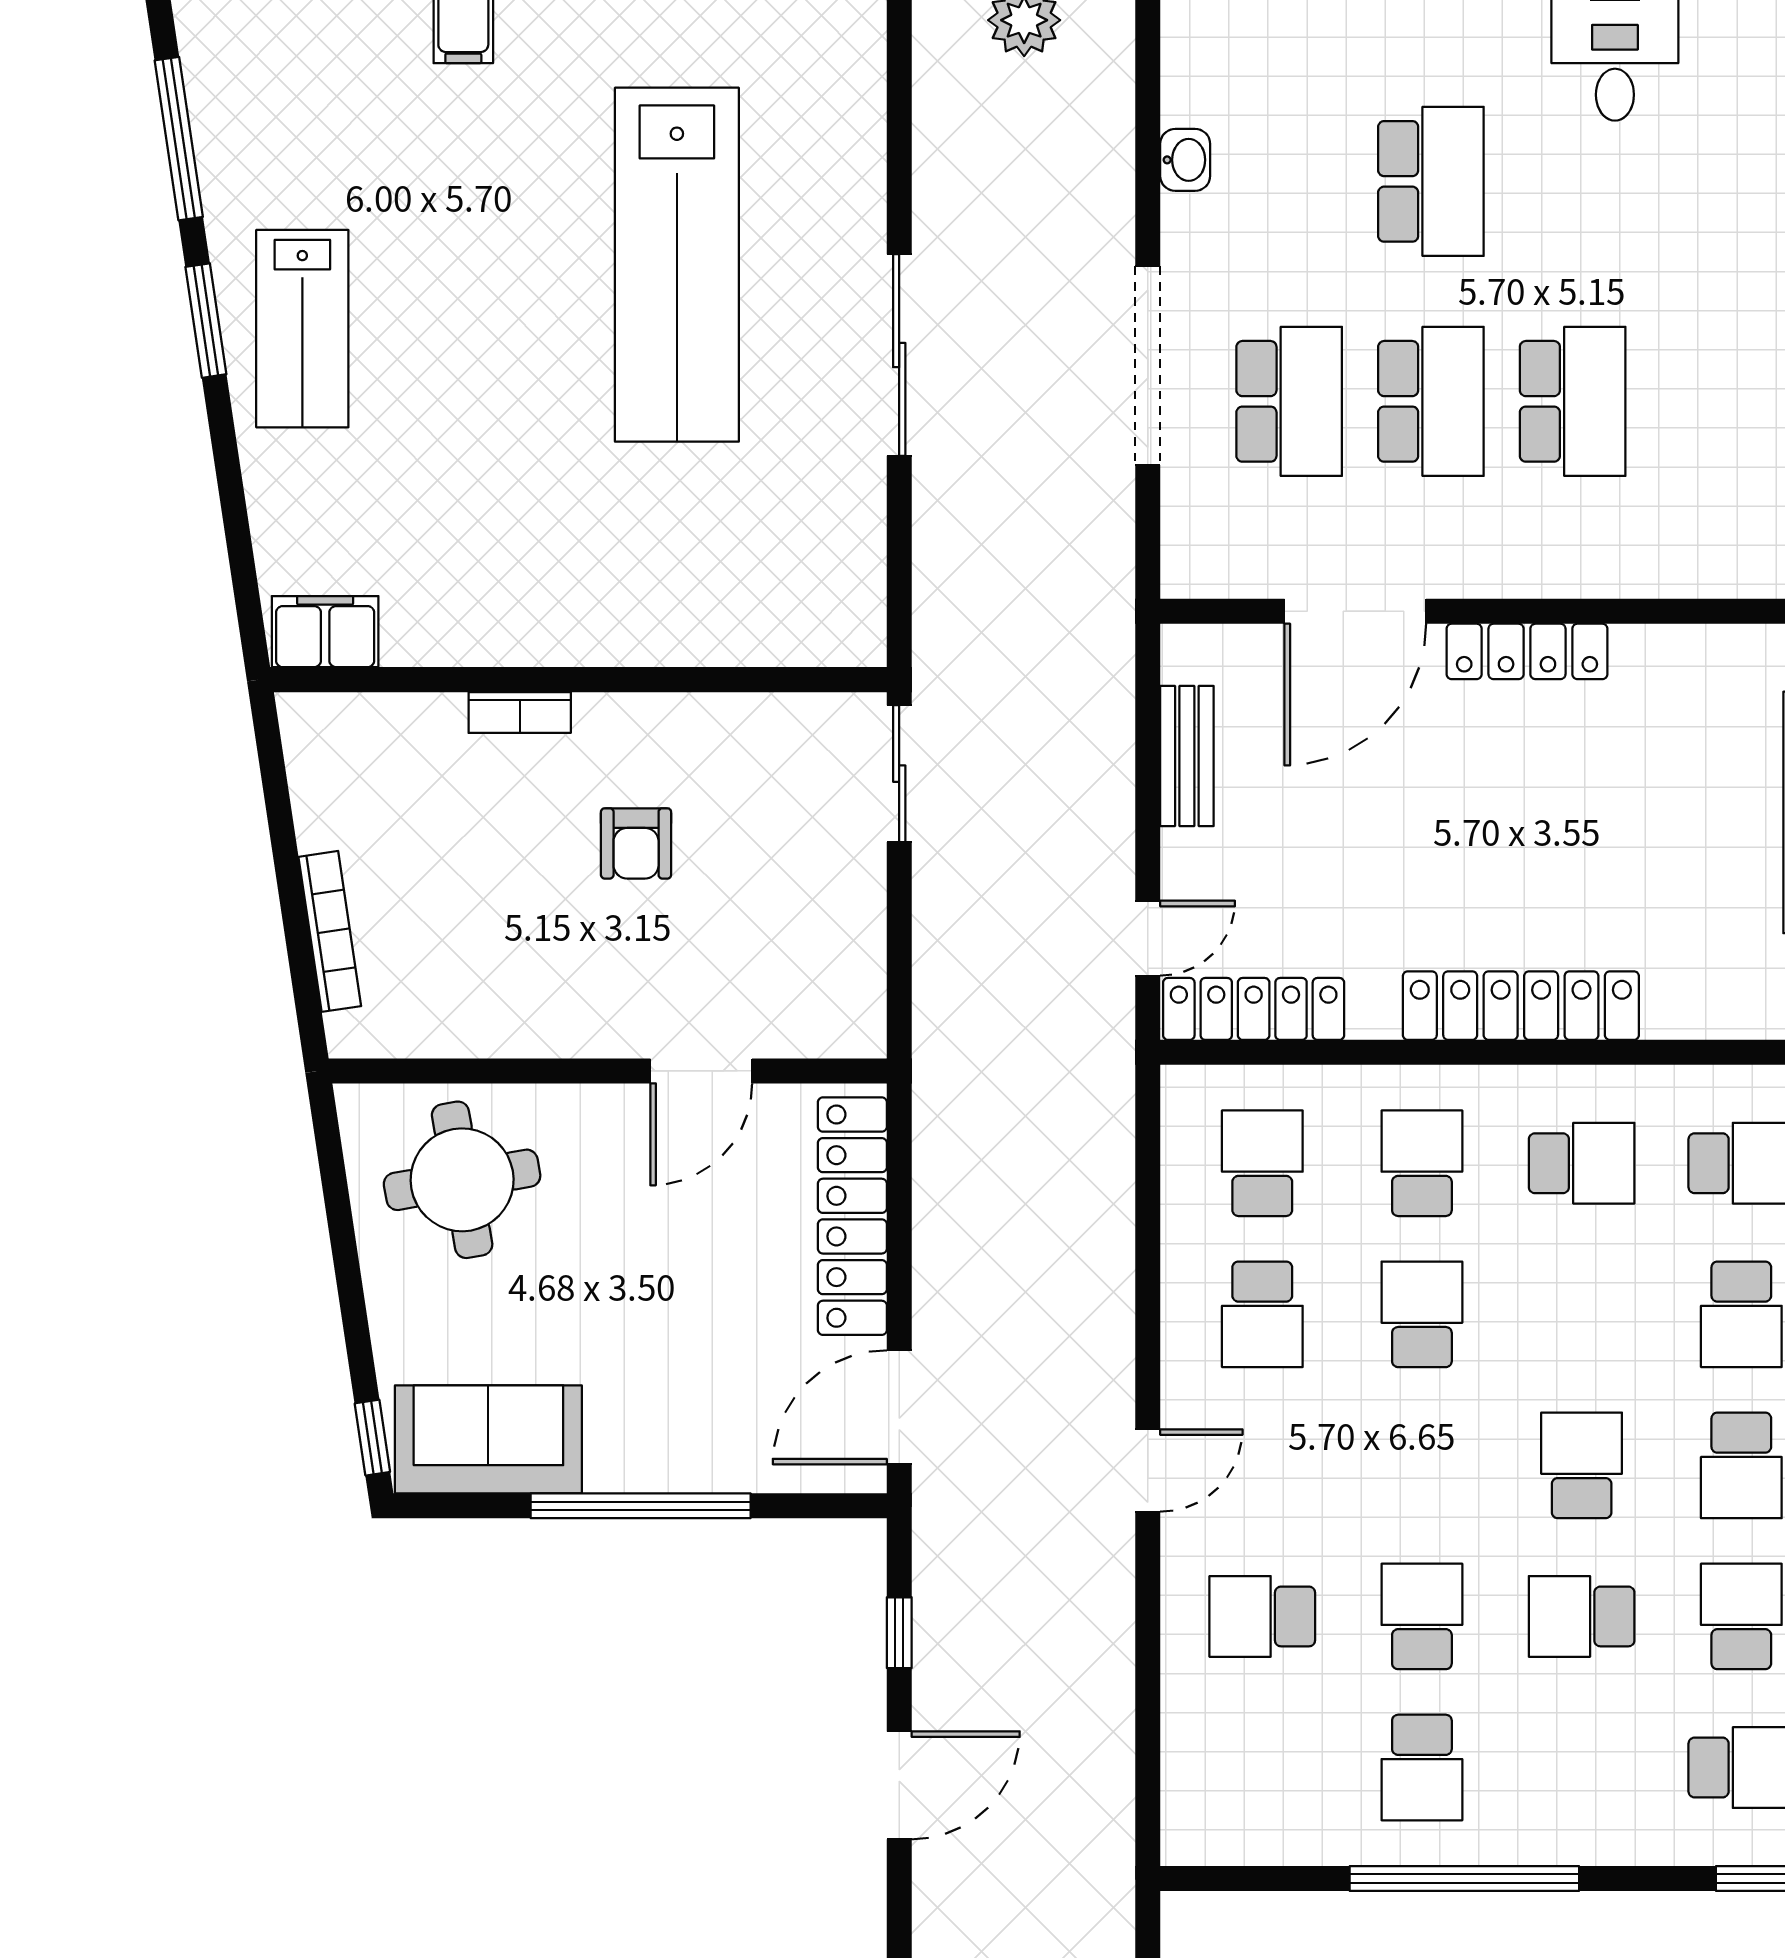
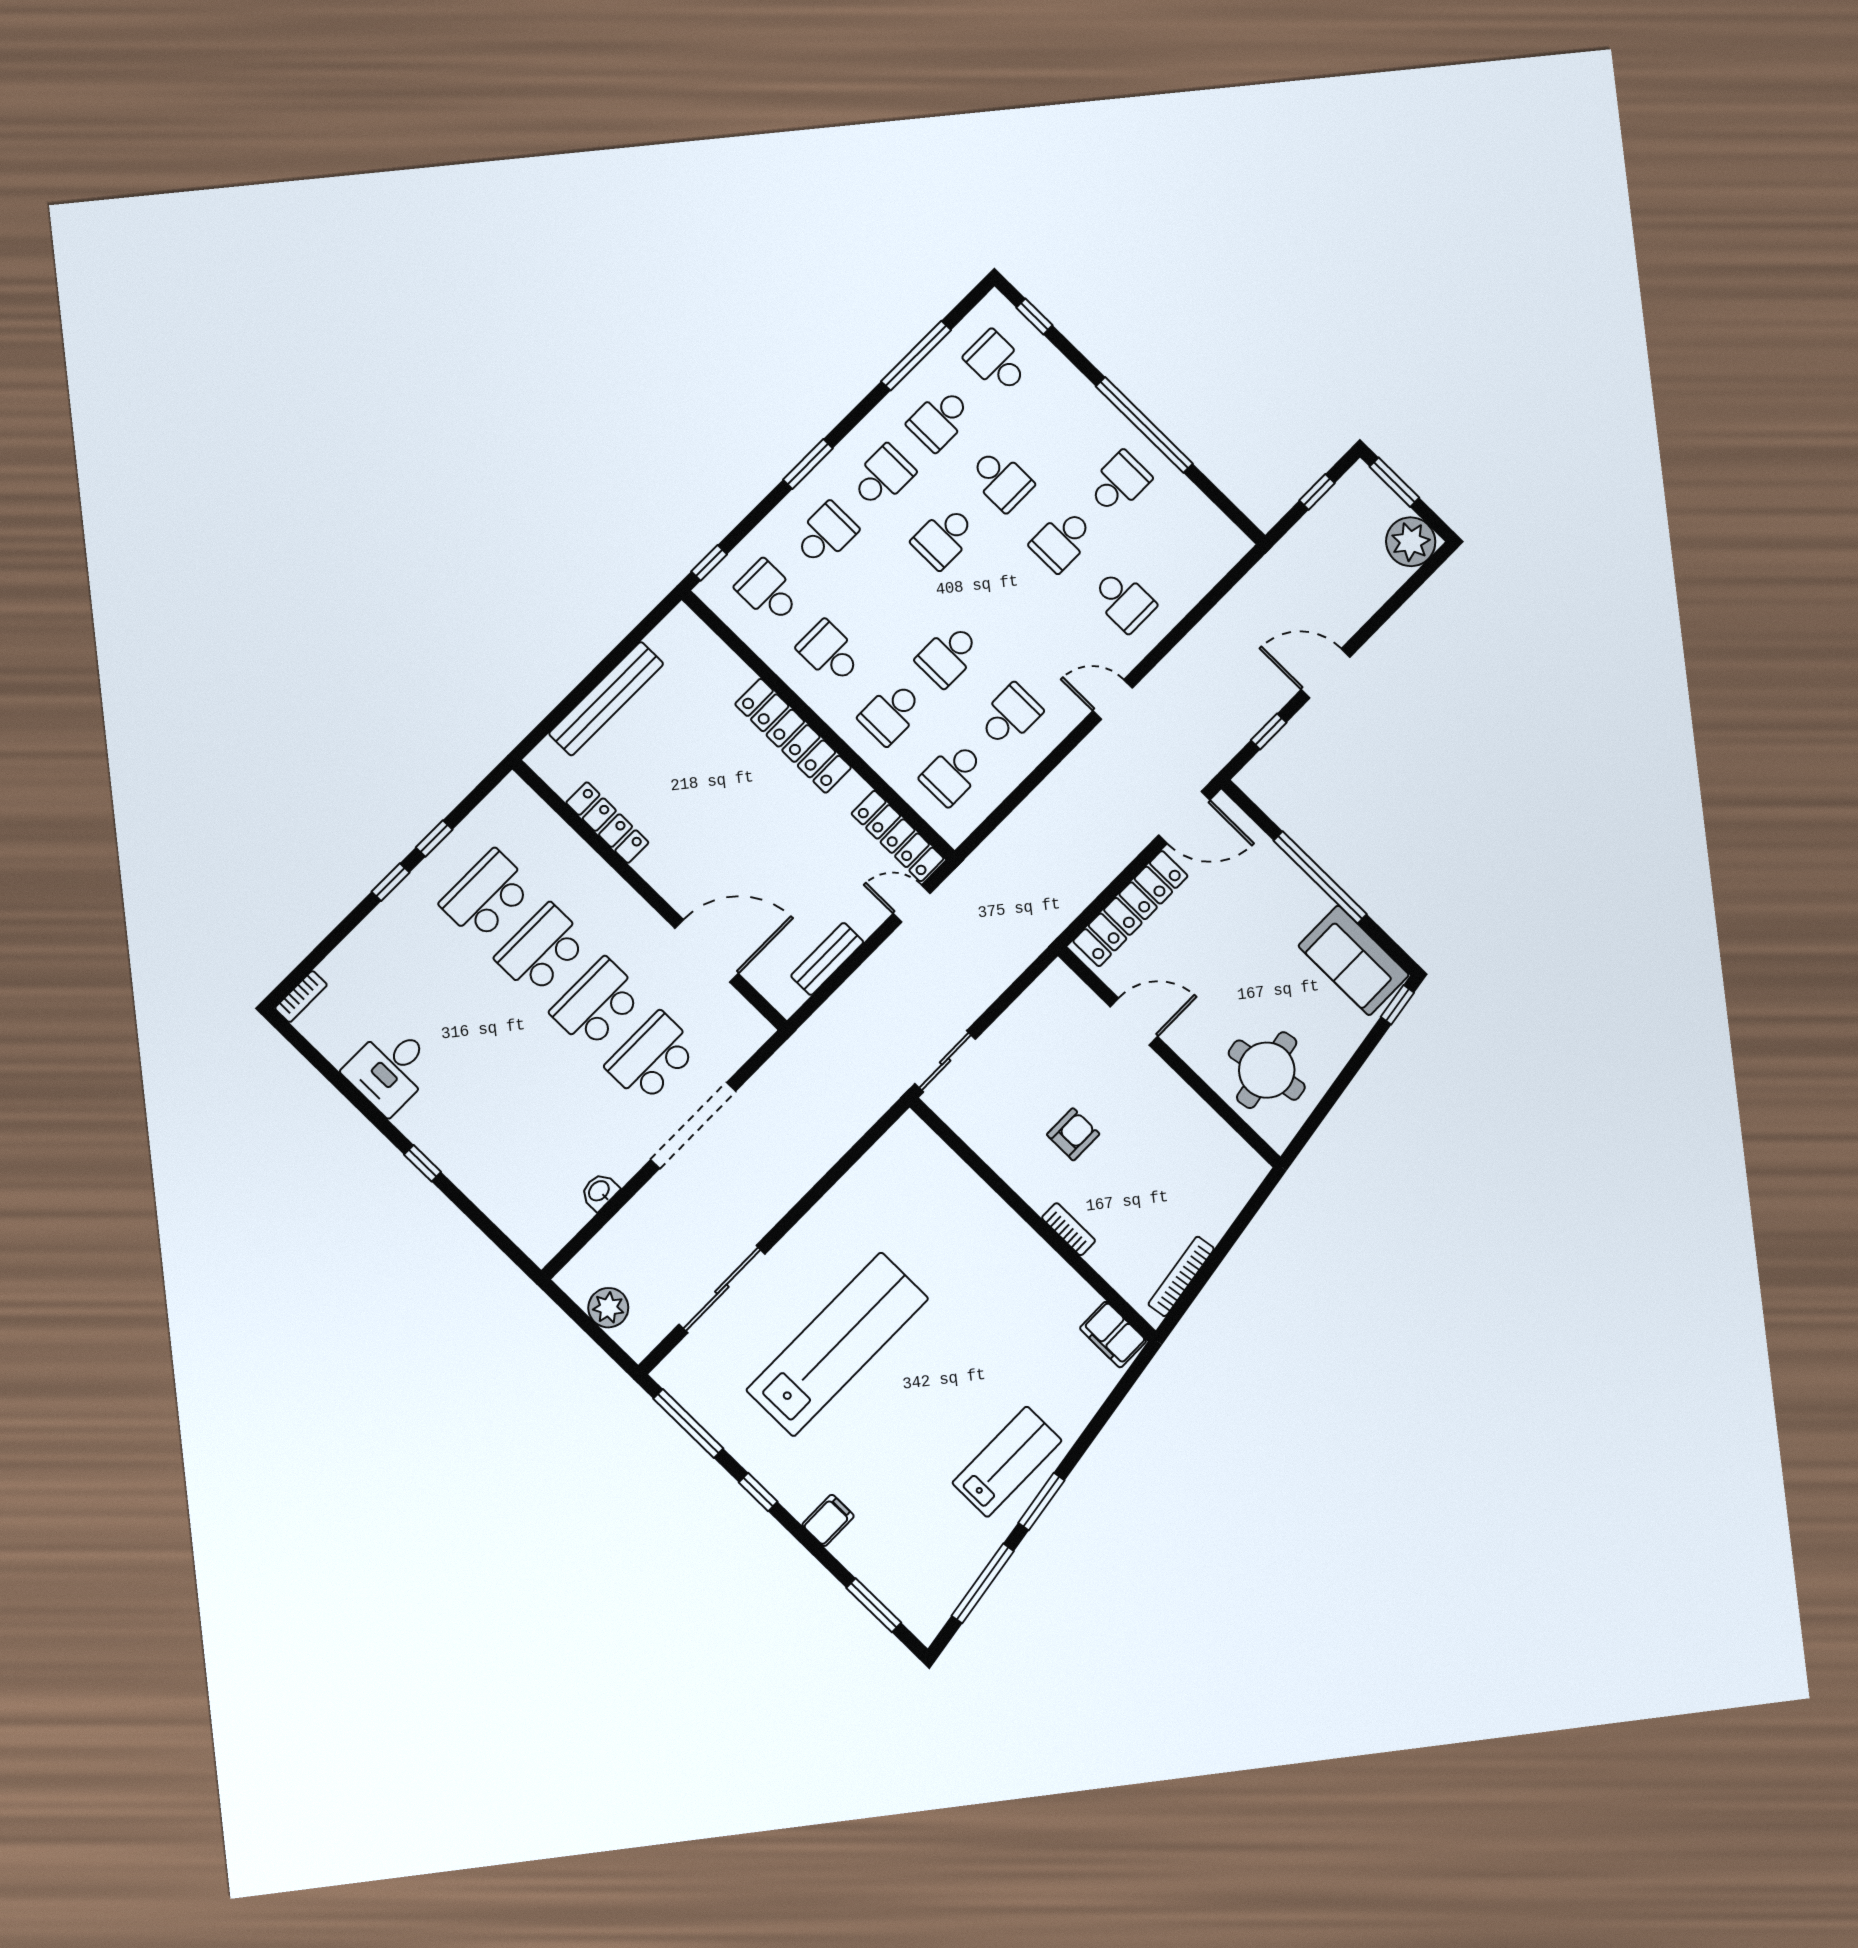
school desk: (1431, 181) -> (486, 895), moved
sliding door: (899, 355) -> (722, 1289), moved
locker: (1527, 651) -> (607, 823), moved
bookcase: (330, 931) -> (1181, 1276), moved

